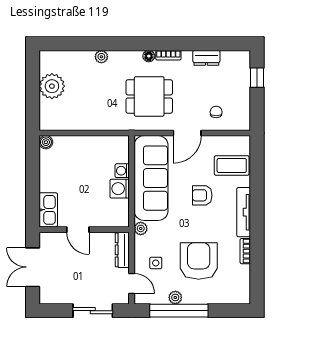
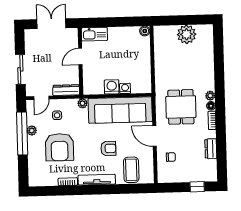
plant: (101, 57) -> (210, 96), moved
armchair: (202, 195) -> (108, 148), turned 90
armchair: (199, 261) -> (60, 147), turned 90

